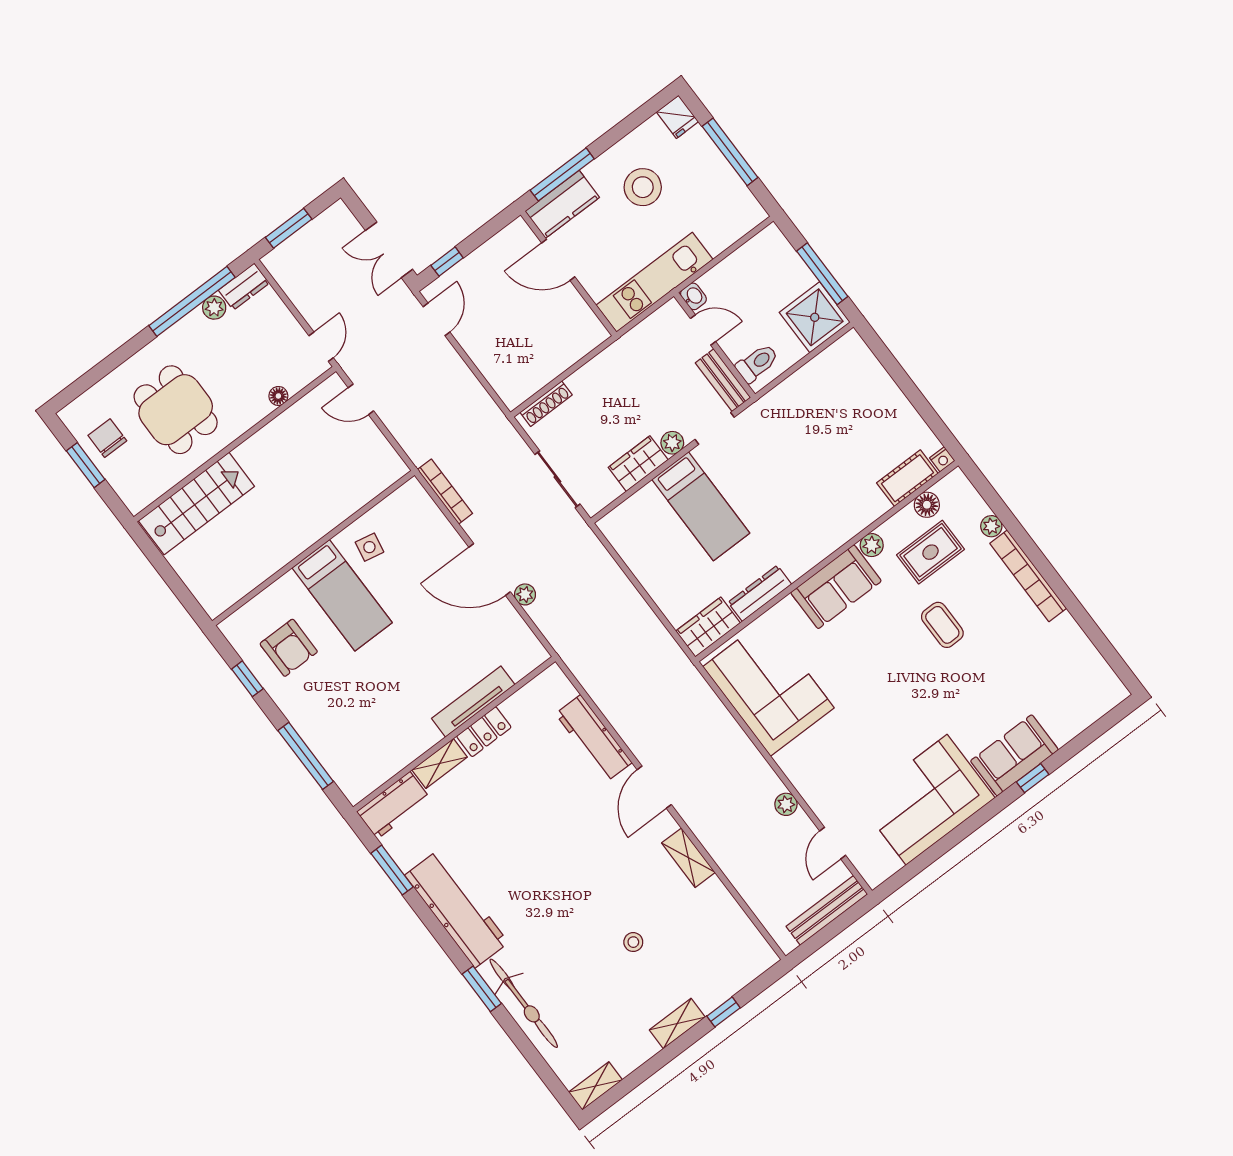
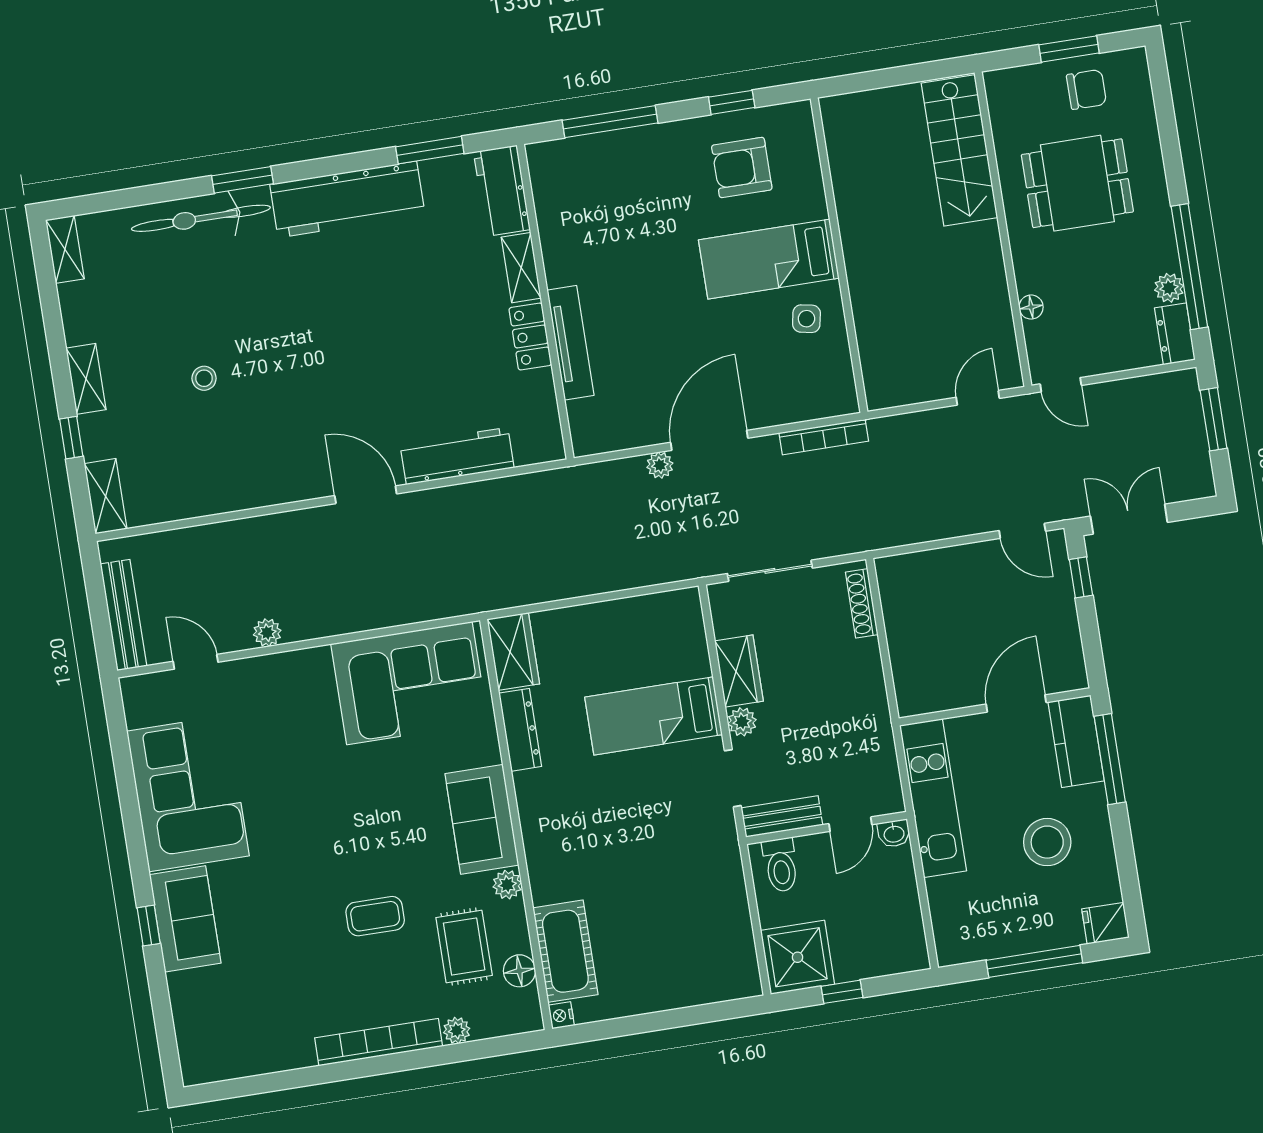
window: (822, 274) -> (842, 992), width x0.46
cot: (907, 478) -> (565, 951), width x1.37, depth x1.34
shelving: (688, 858) -> (106, 496), moved, turned 90

